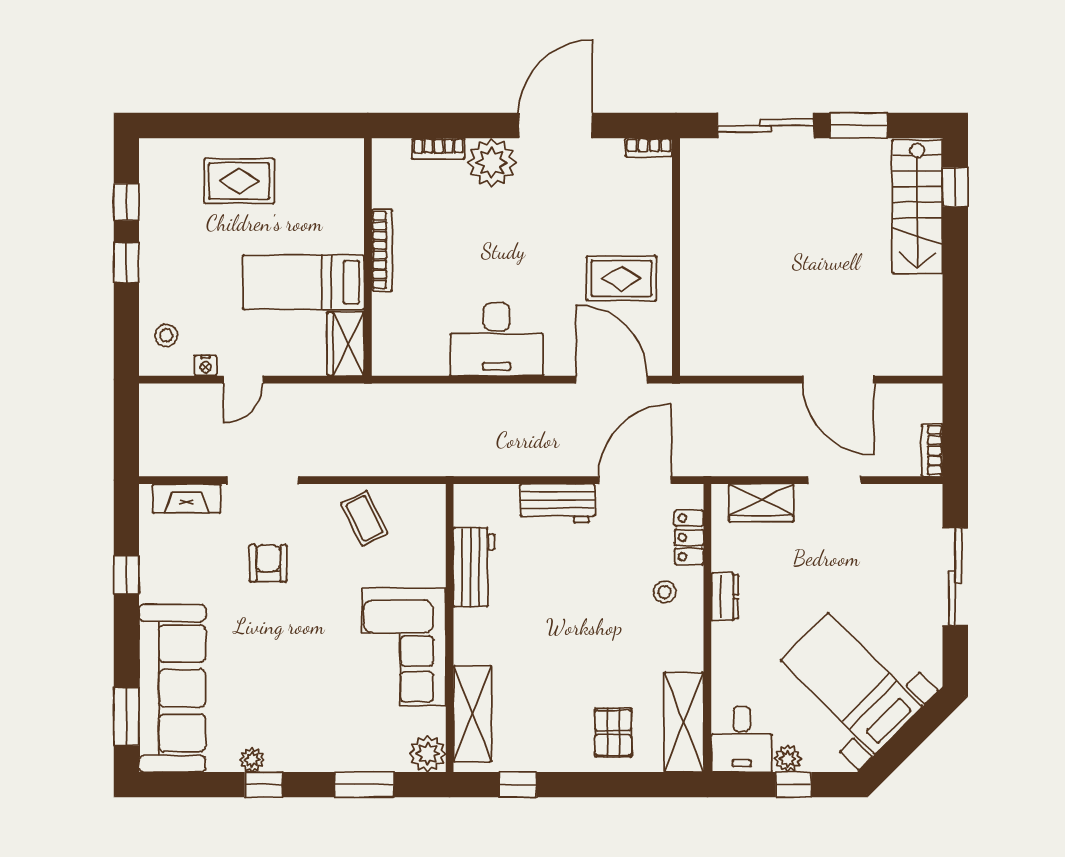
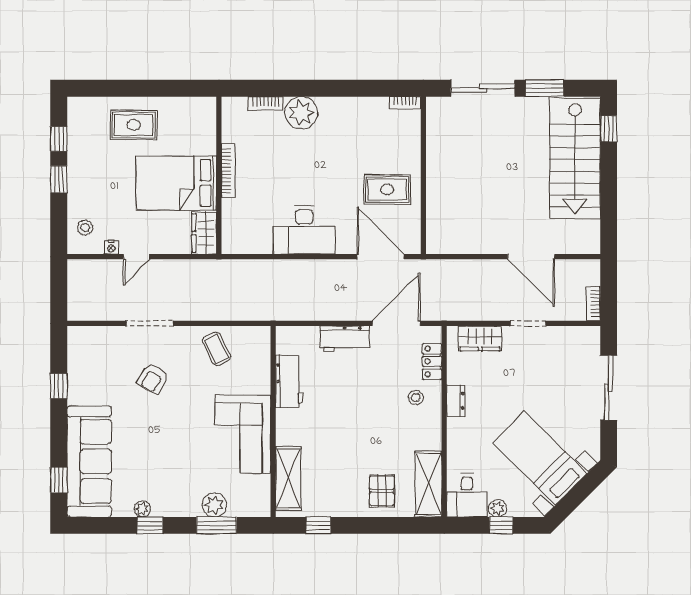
door: (556, 126) -> (343, 88), removed
stairs: (917, 207) -> (575, 158), width x1.36, depth x1.51
bed: (303, 282) -> (176, 183), width x1.50
fireplace: (187, 499) -> (99, 336), removed
armchair: (268, 563) -> (153, 379), turned -150
window: (126, 716) -> (59, 480), width x0.67
plant: (428, 754) -> (214, 505), moved

